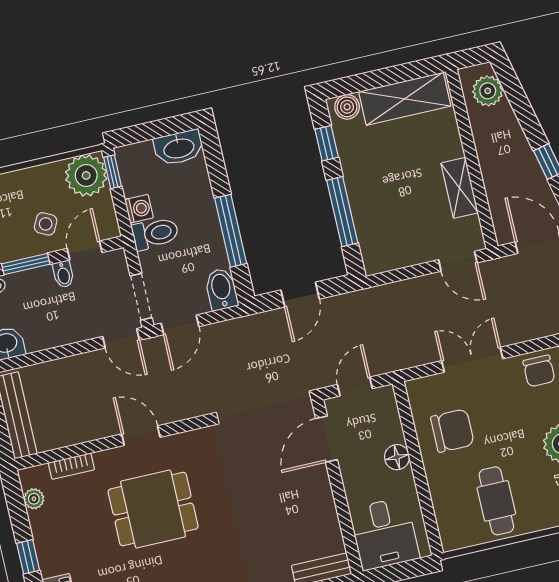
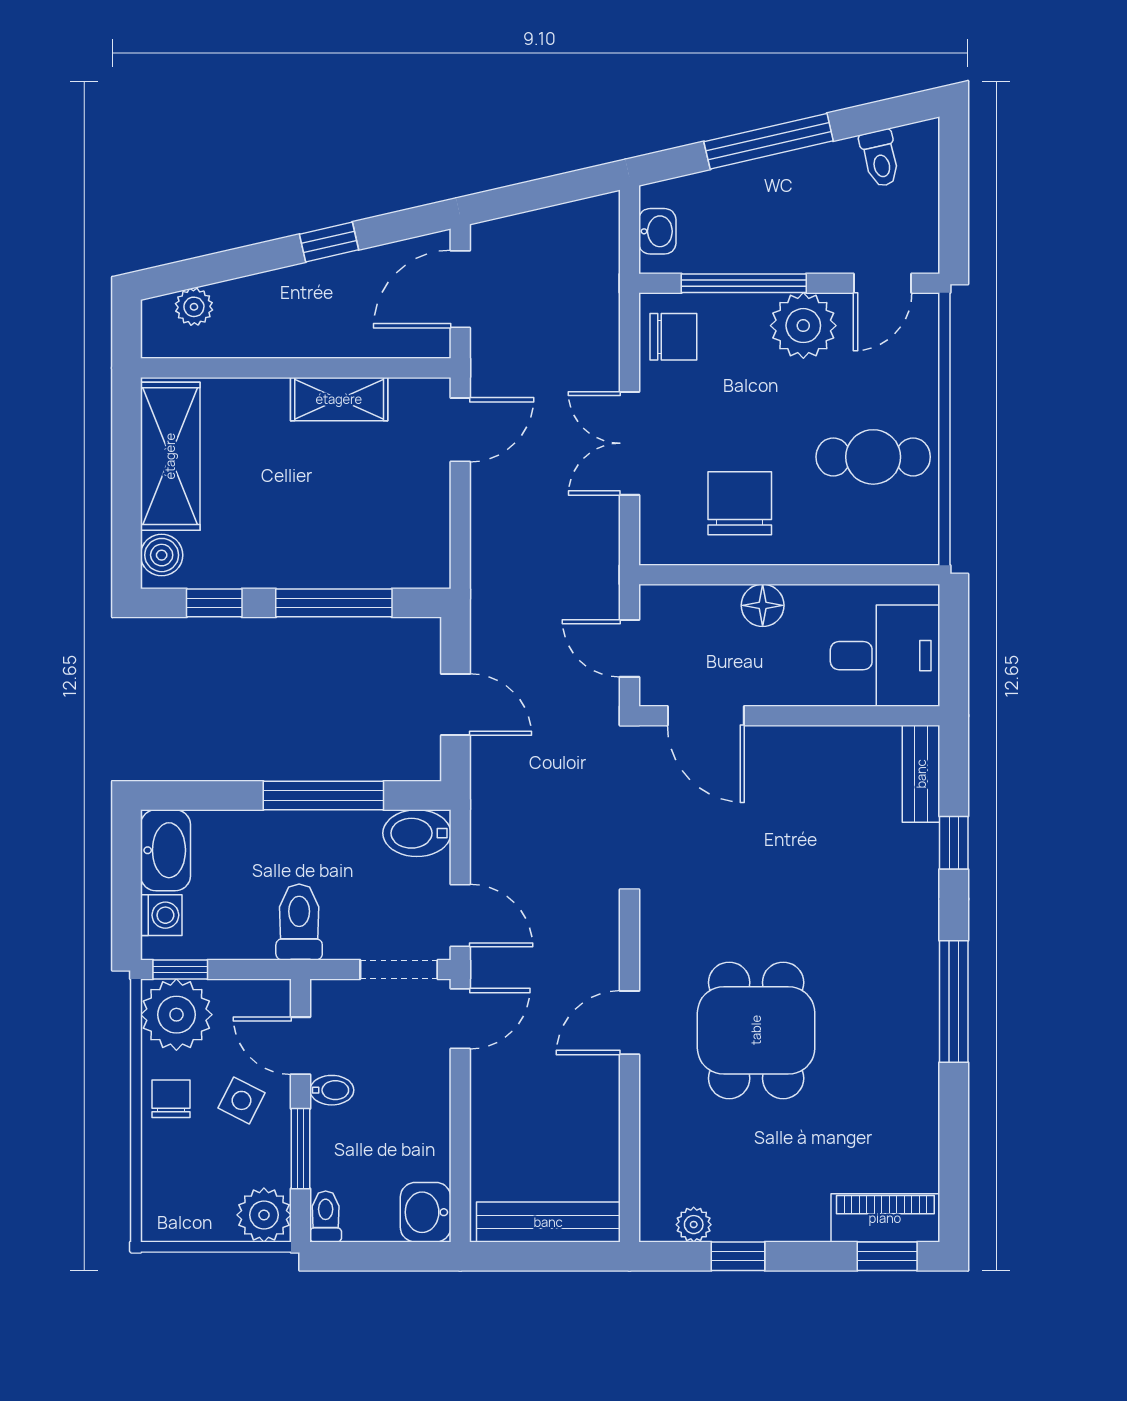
plant: (488, 91) -> (194, 307), width x0.73, depth x0.73
chair: (37, 183) -> (171, 1099), added
washing machine: (139, 209) -> (161, 915), moved, turned 90
bookcase: (71, 466) -> (654, 1150), removed
window: (28, 557) -> (738, 1256), moved

